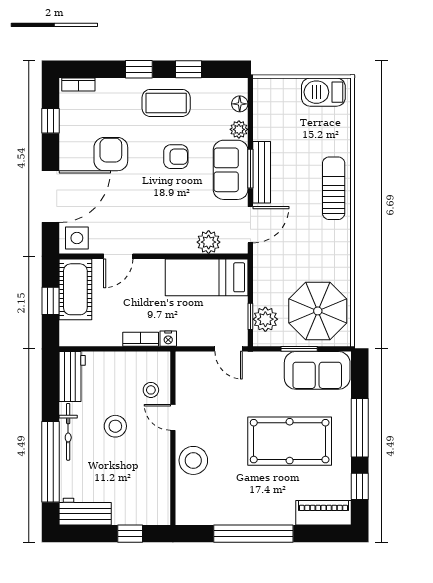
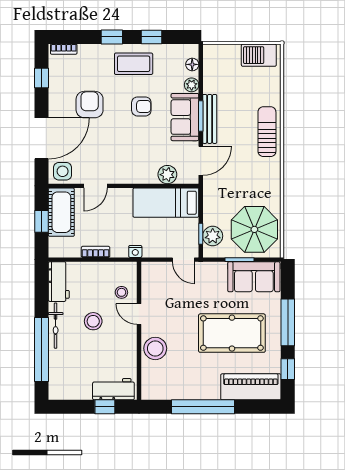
bookcase: (141, 339) -> (96, 252), moved
workbench: (85, 512) -> (113, 389), moved
piano: (323, 513) -> (251, 387), width x1.37, depth x1.33

